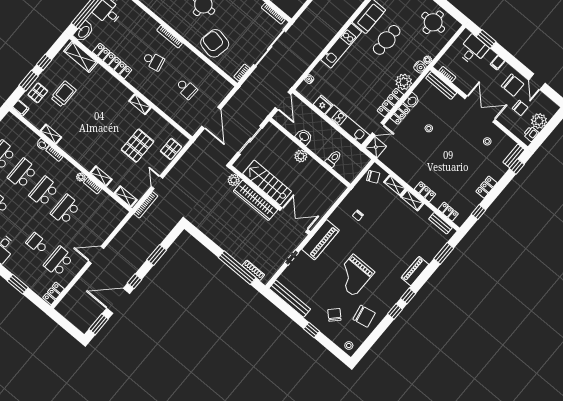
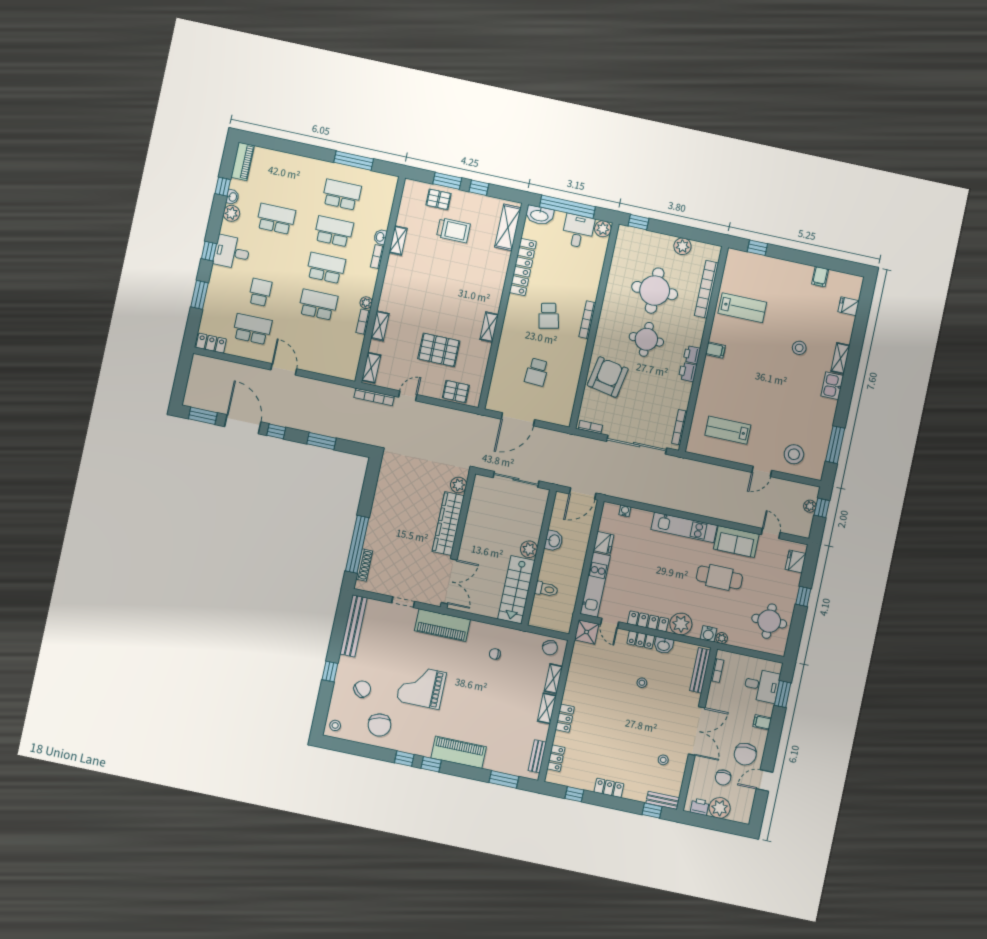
filing cabinet: (20, 108) -> (410, 188), removed
stairs: (267, 183) -> (516, 590), moved, turned 180
piano: (415, 271) -> (459, 752), width x1.37, depth x1.33

